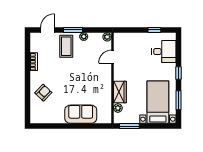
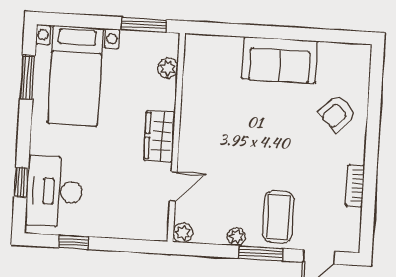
desk: (164, 52) -> (54, 191), width x1.37
window: (178, 73) -> (21, 182), moved
wardrobe: (120, 92) -> (159, 136), moved
sofa: (81, 114) -> (280, 60), moved

